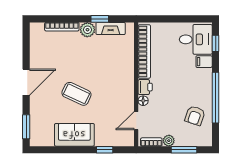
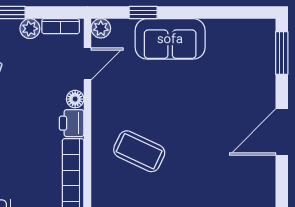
coffee table: (76, 94) -> (139, 151), moved
sofa: (74, 135) -> (170, 39), moved
plant: (129, 141) -> (101, 28), added

